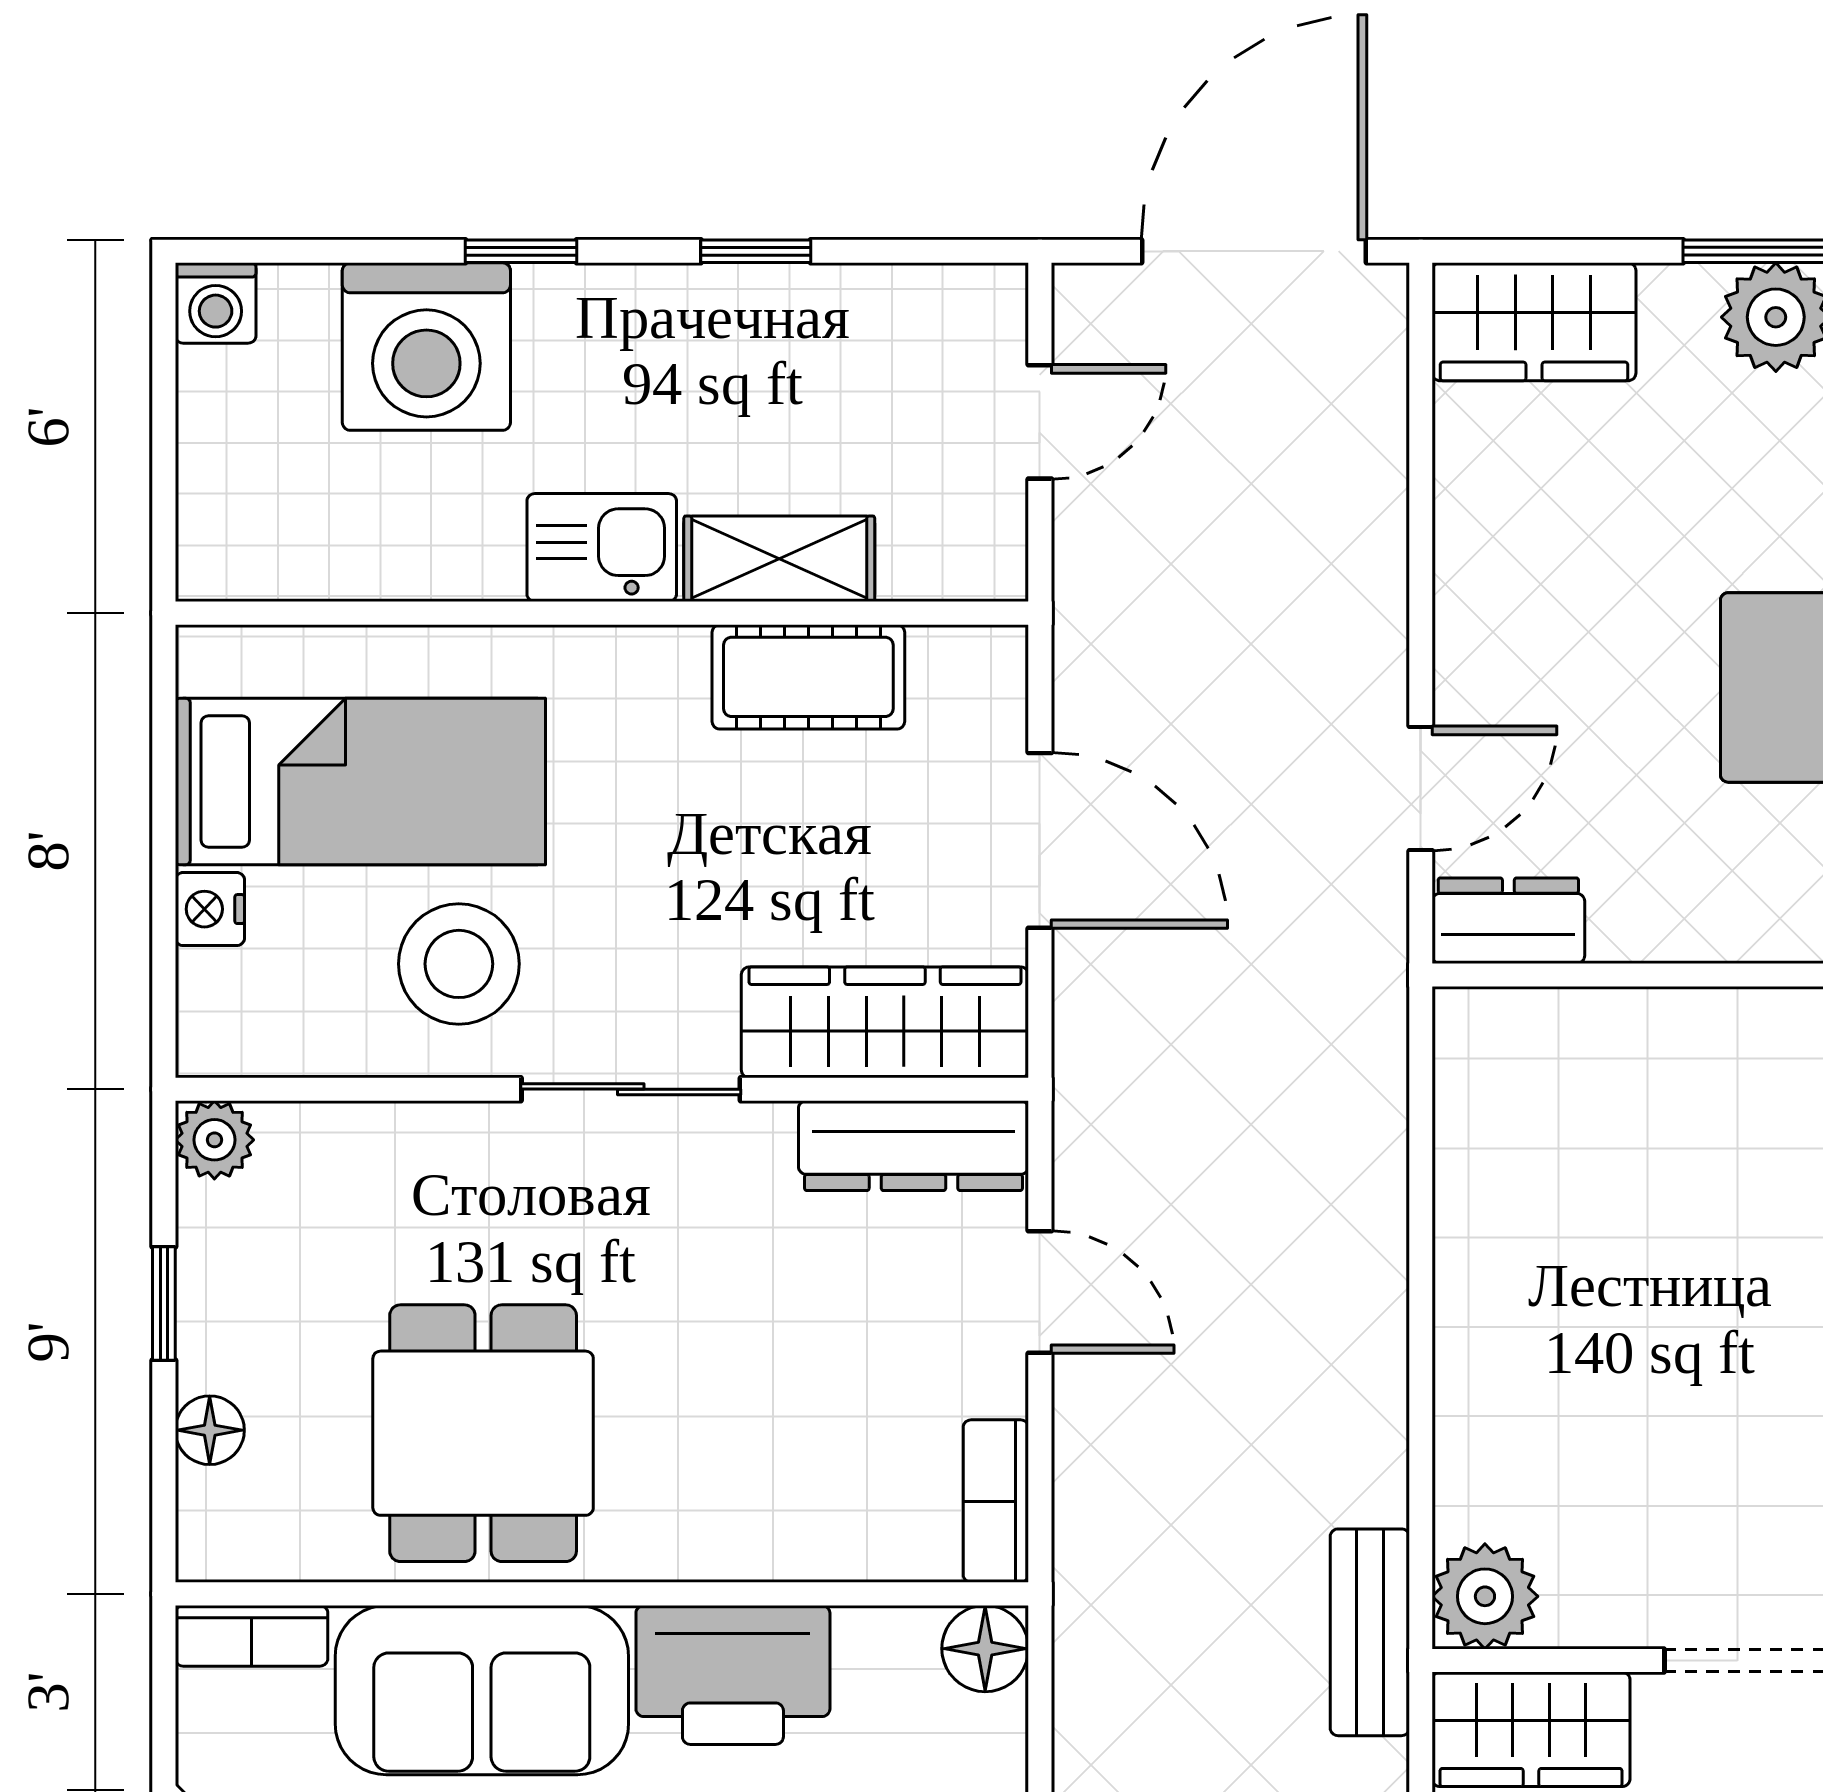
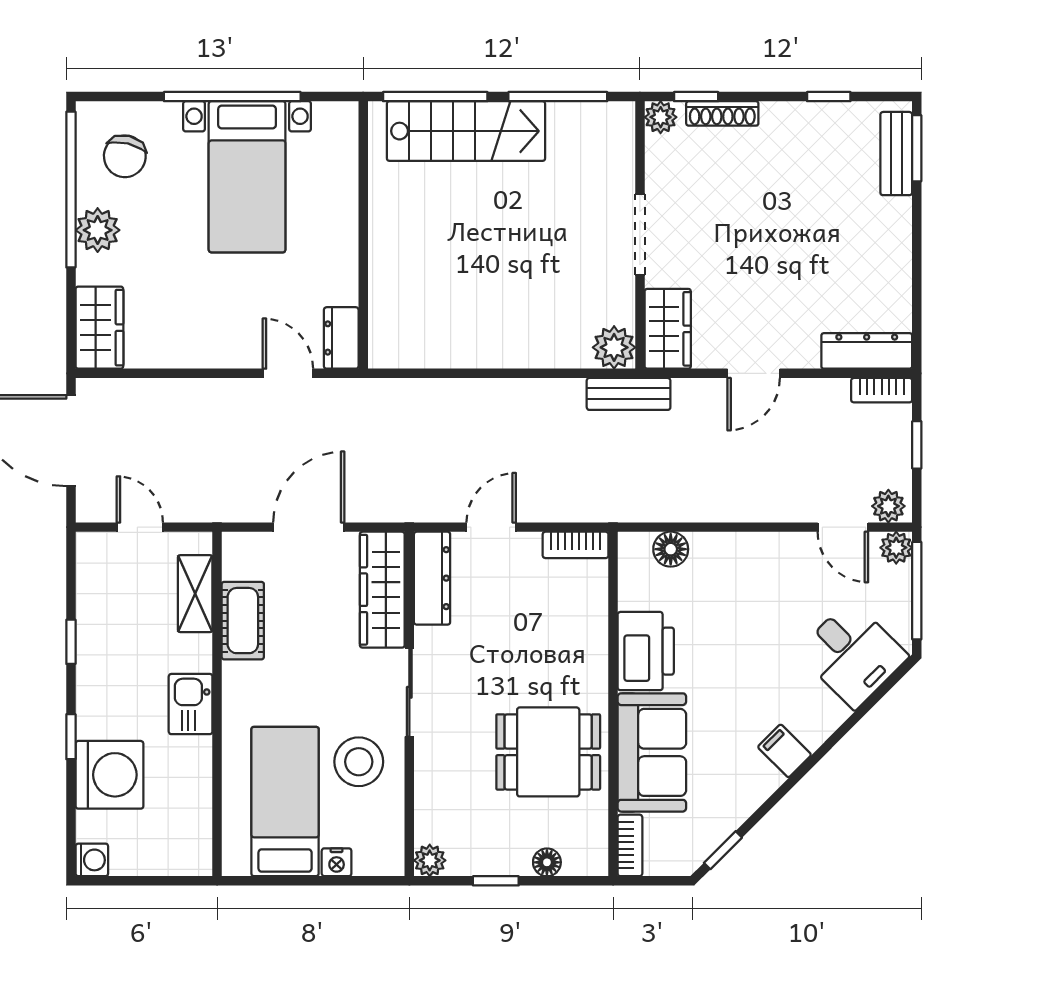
shelving: (779, 559) -> (195, 594), moved
floor lamp: (985, 1649) -> (671, 549), moved

